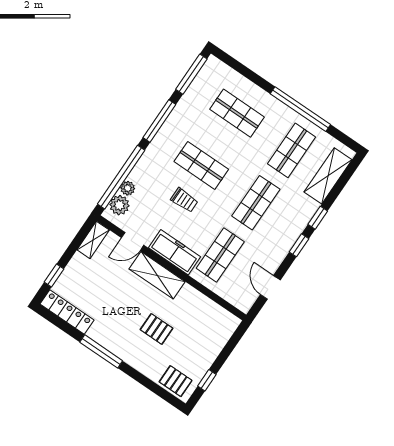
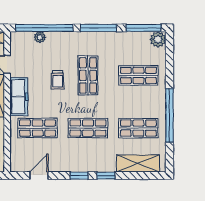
shop shelf: (237, 113) -> (138, 75), turned 90
plant: (119, 205) -> (158, 39), moved

